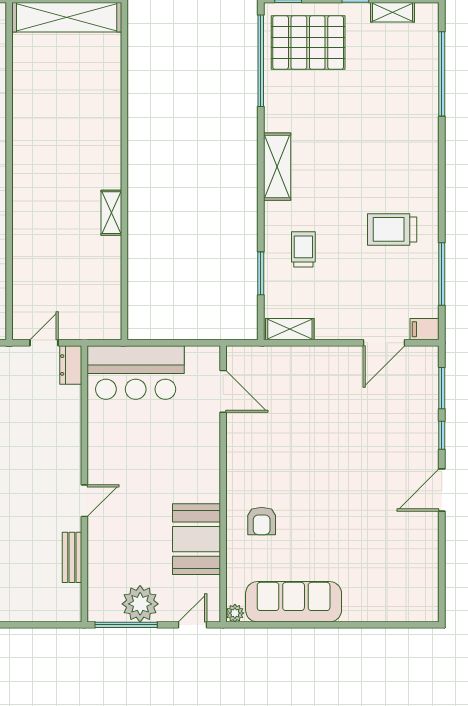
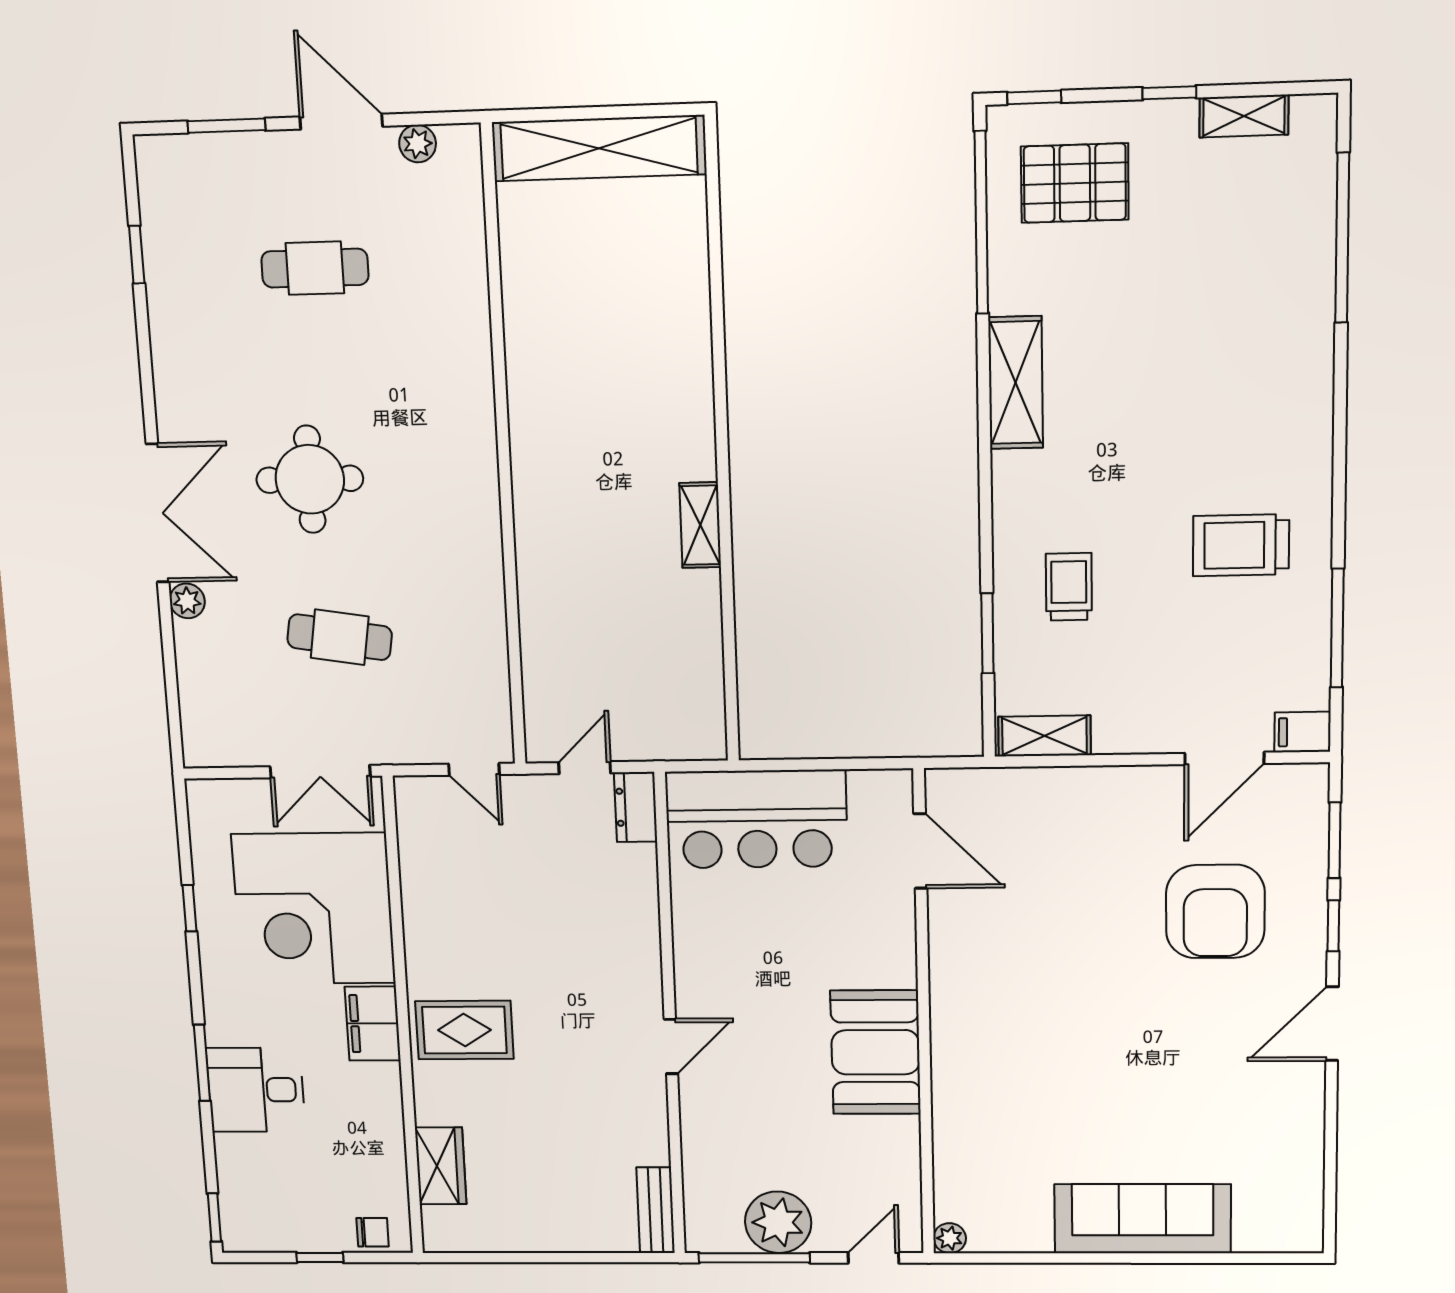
pallet: (308, 43) -> (1075, 183), width x0.73, depth x0.71
shelving: (277, 167) -> (1016, 383), moved
armchair: (262, 521) -> (1215, 911), moved, width x1.88, depth x1.88
booth: (196, 539) -> (876, 1052), moved
bench: (72, 557) -> (655, 1210), moved
sofa: (294, 602) -> (1143, 1219), moved

